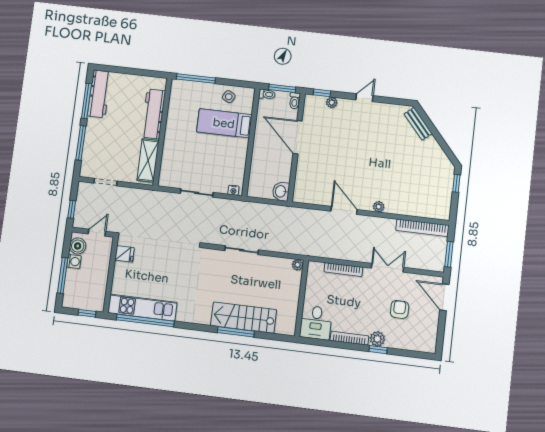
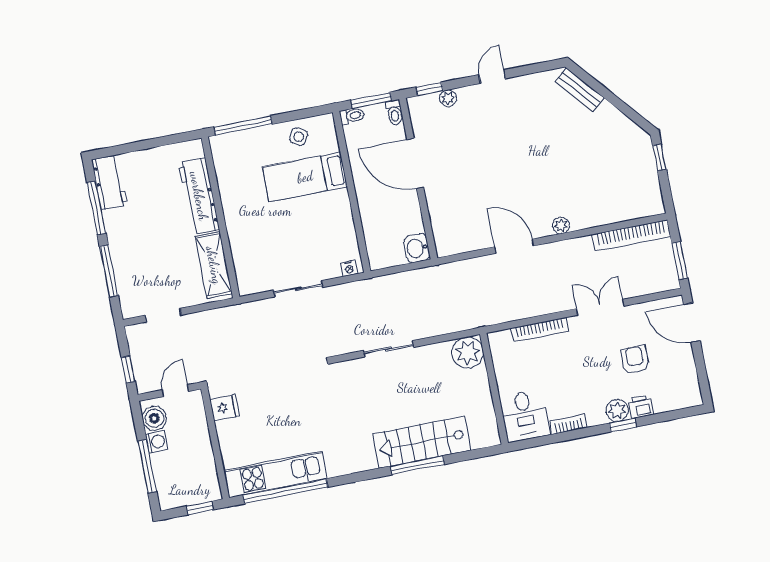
workbench: (99, 94) -> (109, 182), width x0.73
plant: (298, 265) -> (468, 352), width x1.88, depth x1.88
bookcase: (349, 338) -> (568, 424), width x0.64
printer: (394, 341) -> (641, 407), added

